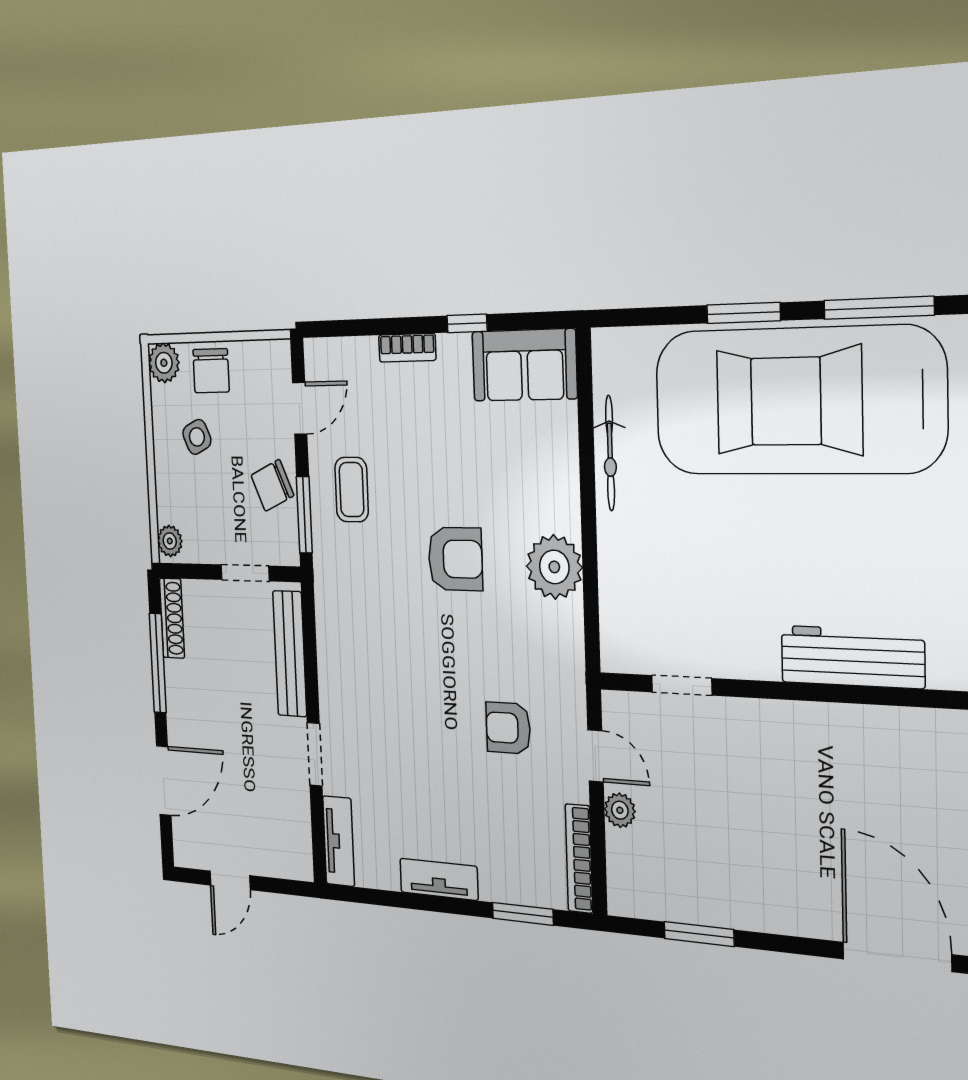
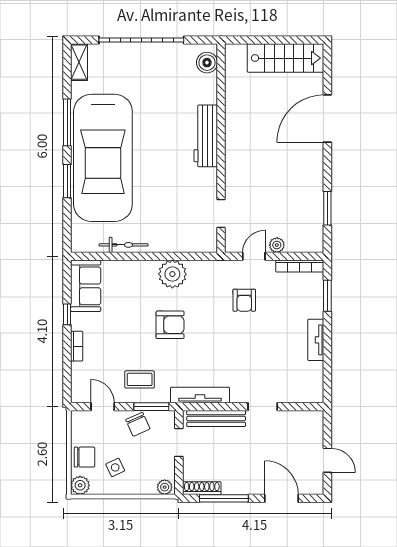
armchair: (455, 559) -> (170, 325), turned 90
tv unit: (339, 841) -> (200, 395), moved, width x1.41

